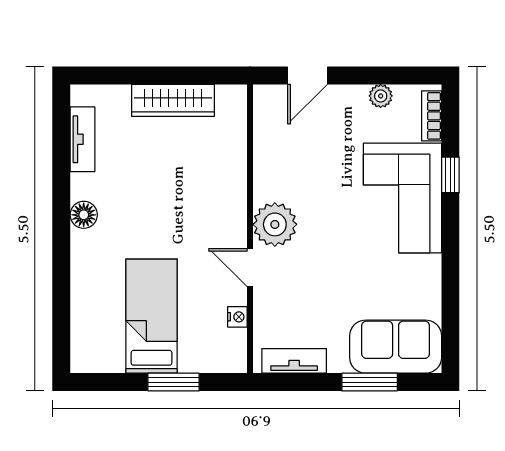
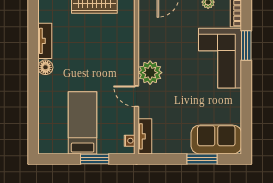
tv unit: (83, 139) -> (45, 41), moved
window: (450, 175) -> (246, 45), width x1.50
nightstand: (237, 317) -> (130, 141), moved
tv unit: (294, 361) -> (145, 136), moved, turned 90

